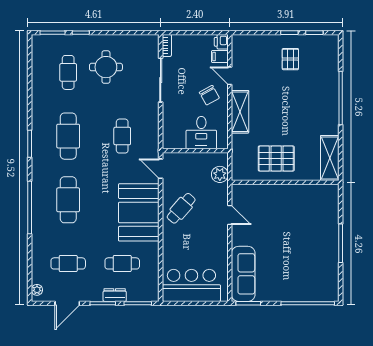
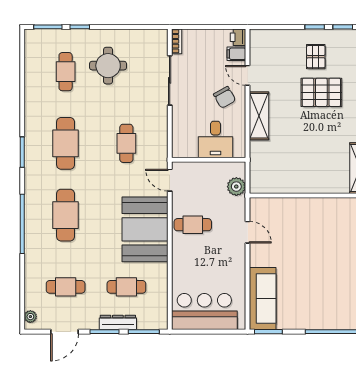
pallet: (276, 158) -> (321, 92), moved
cafe table: (181, 208) -> (193, 225), turned 49
dresser: (115, 295) -> (118, 322), width x1.44

